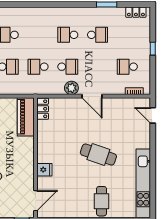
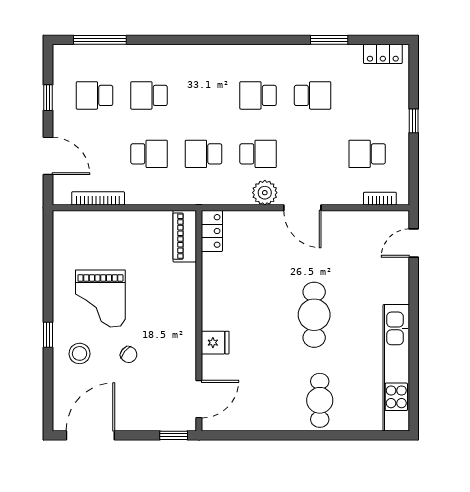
door: (153, 115) -> (414, 243), hinge flipped
piano: (26, 117) -> (185, 236), width x0.73, depth x0.75
cafe table: (98, 155) -> (314, 315), turned 71

